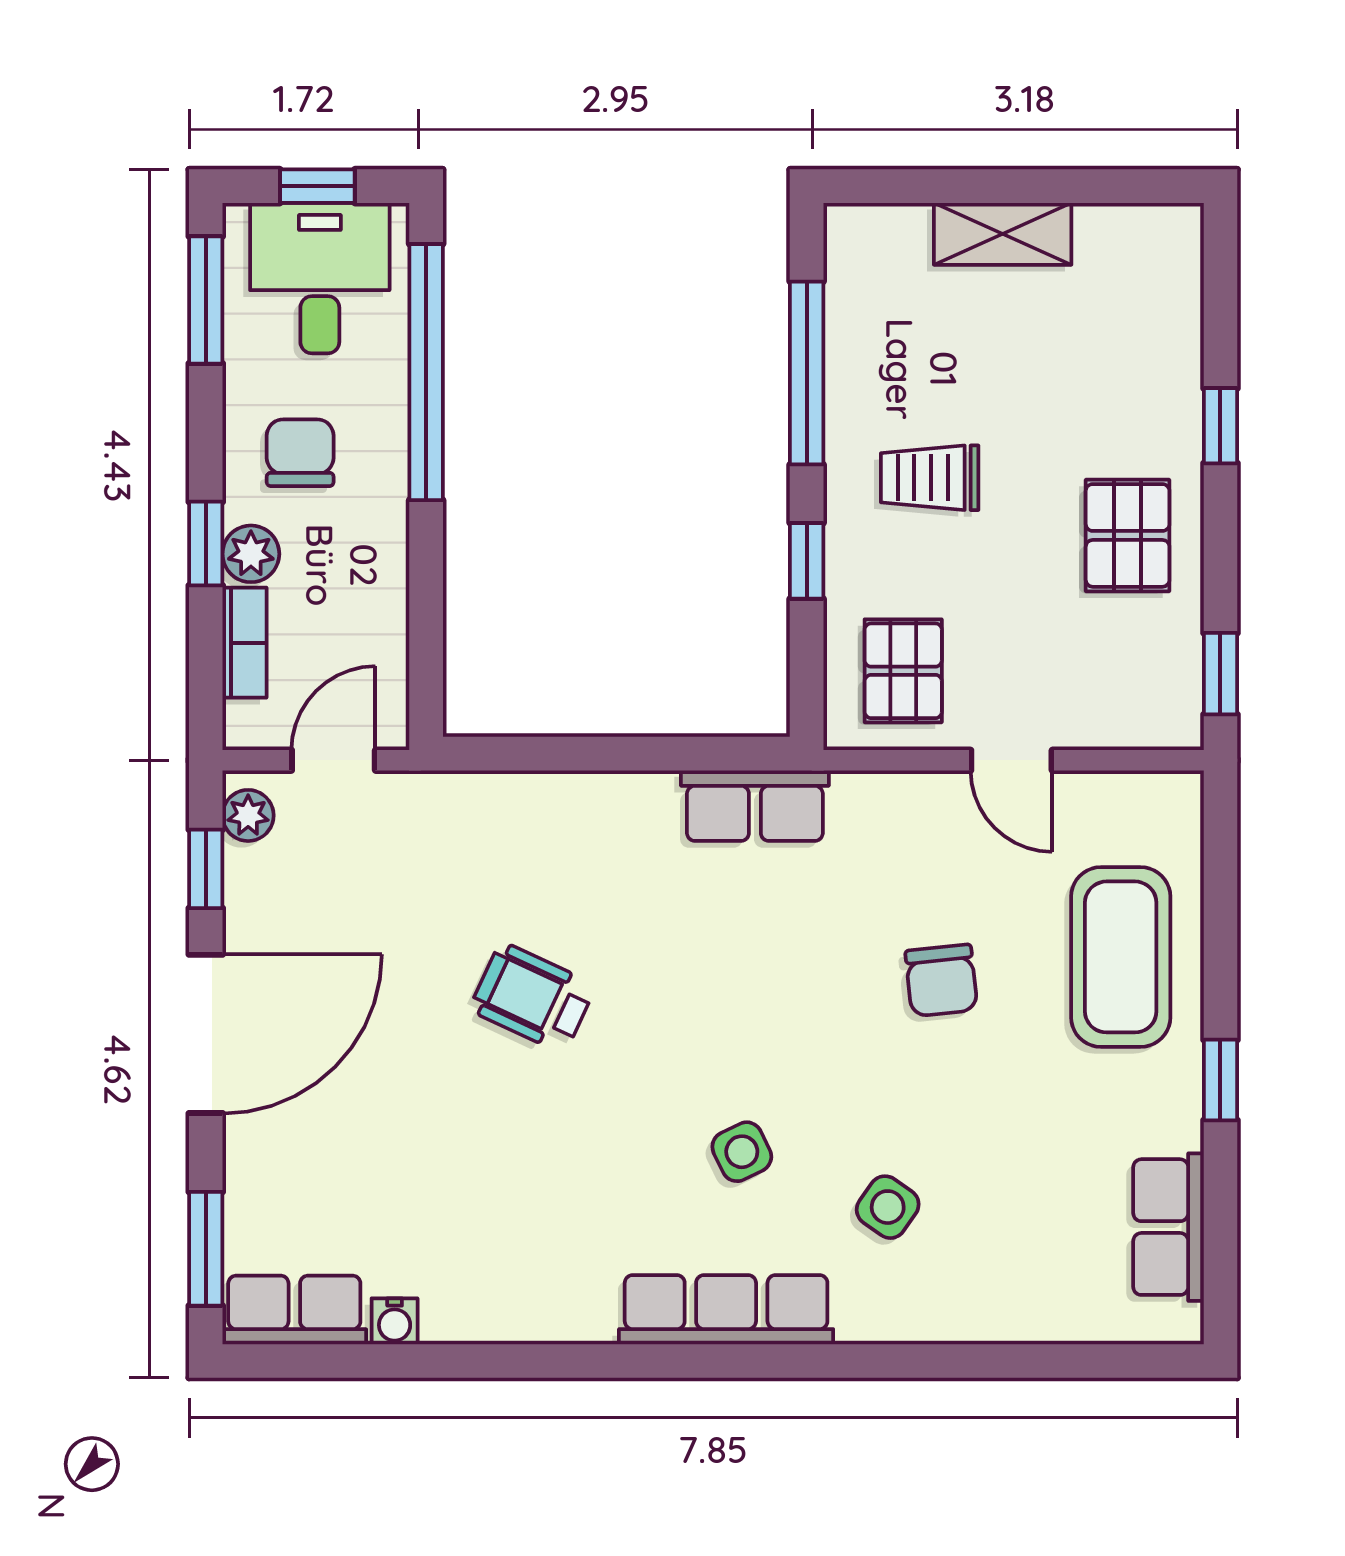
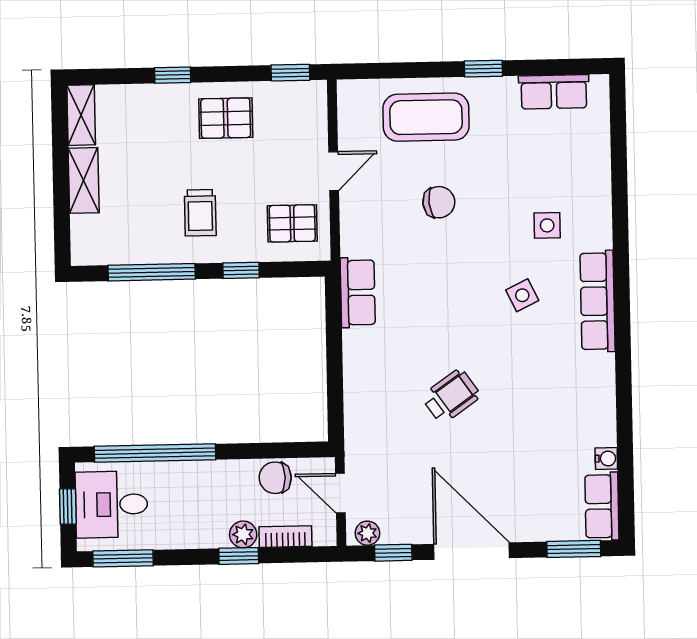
shelving: (1140, 231) -> (81, 115), added
chair: (300, 453) -> (275, 478), moved
wheelchair: (533, 997) -> (451, 396), turned -150
side table: (888, 1207) -> (547, 225), turned -35

